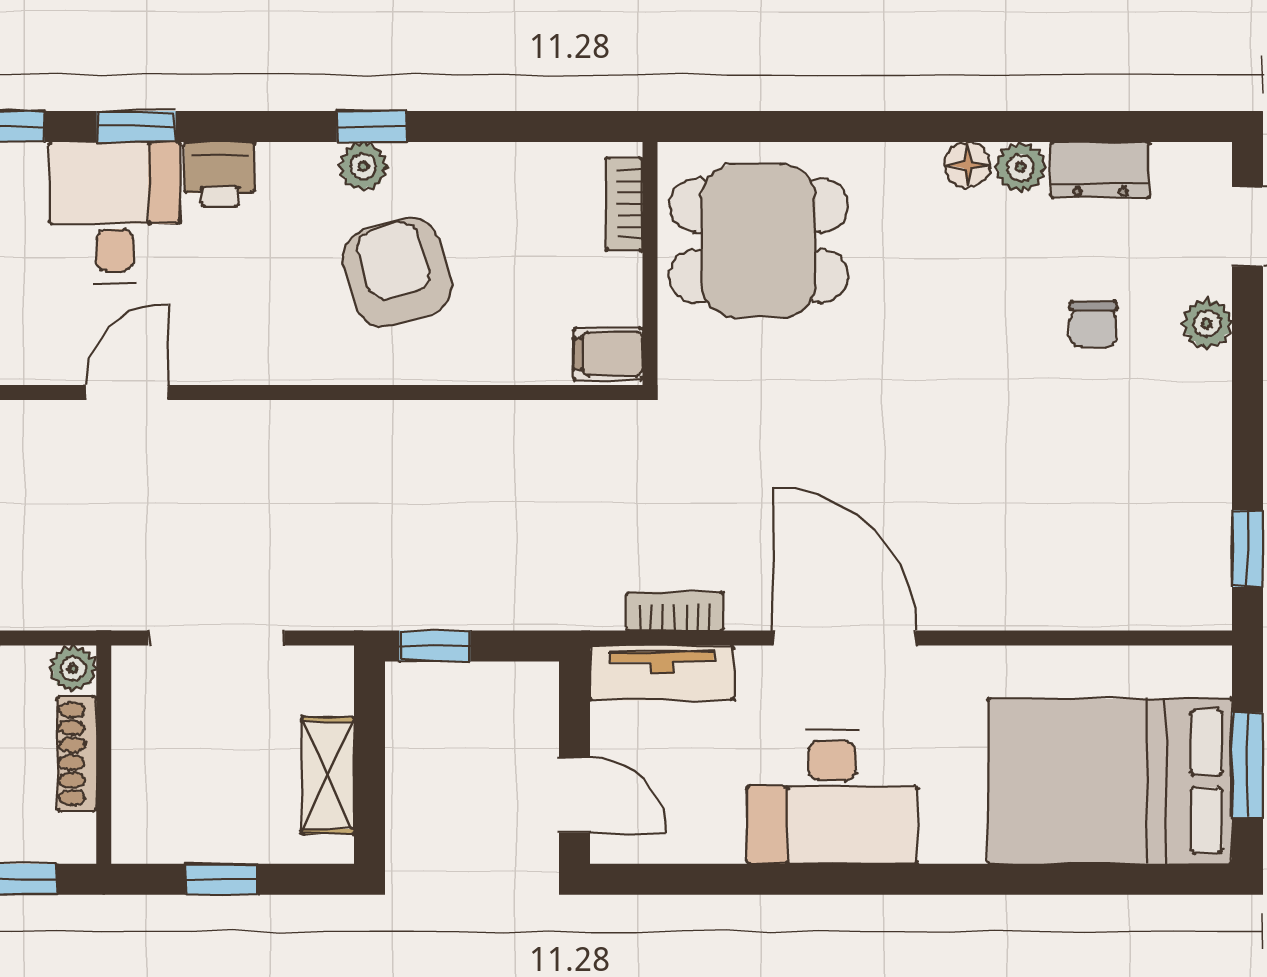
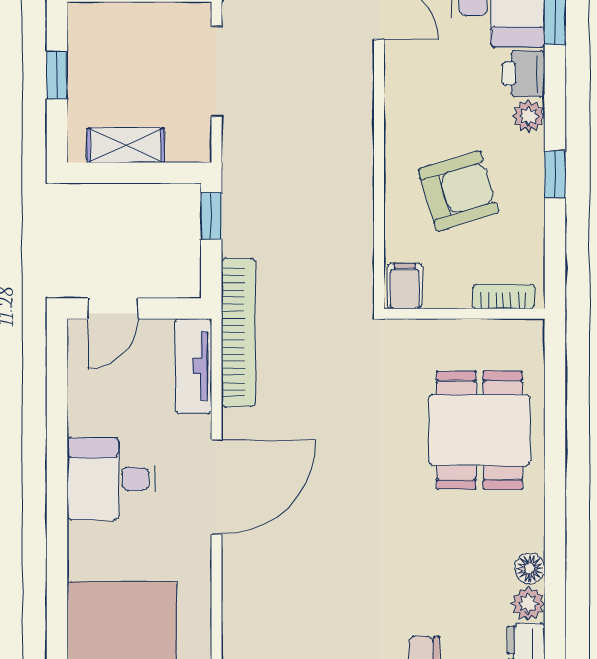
plant: (363, 166) -> (529, 116), moved
bookcase: (624, 204) -> (504, 297), moved
wall: (650, 263) -> (464, 314), moved
filing cabinet: (608, 354) -> (405, 286), moved
bookcase: (675, 611) -> (238, 333), width x2.31, depth x1.31
desk: (832, 797) -> (111, 479), width x0.73

